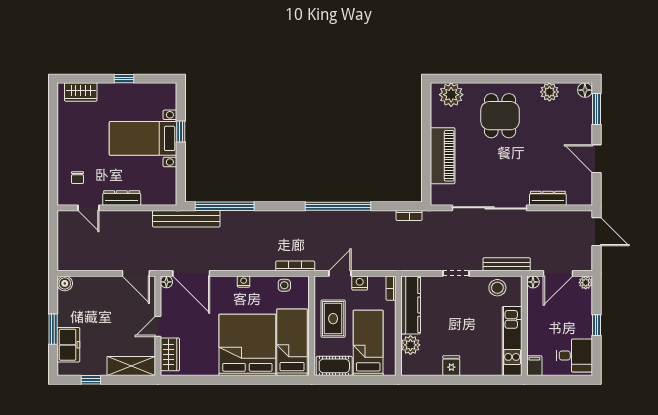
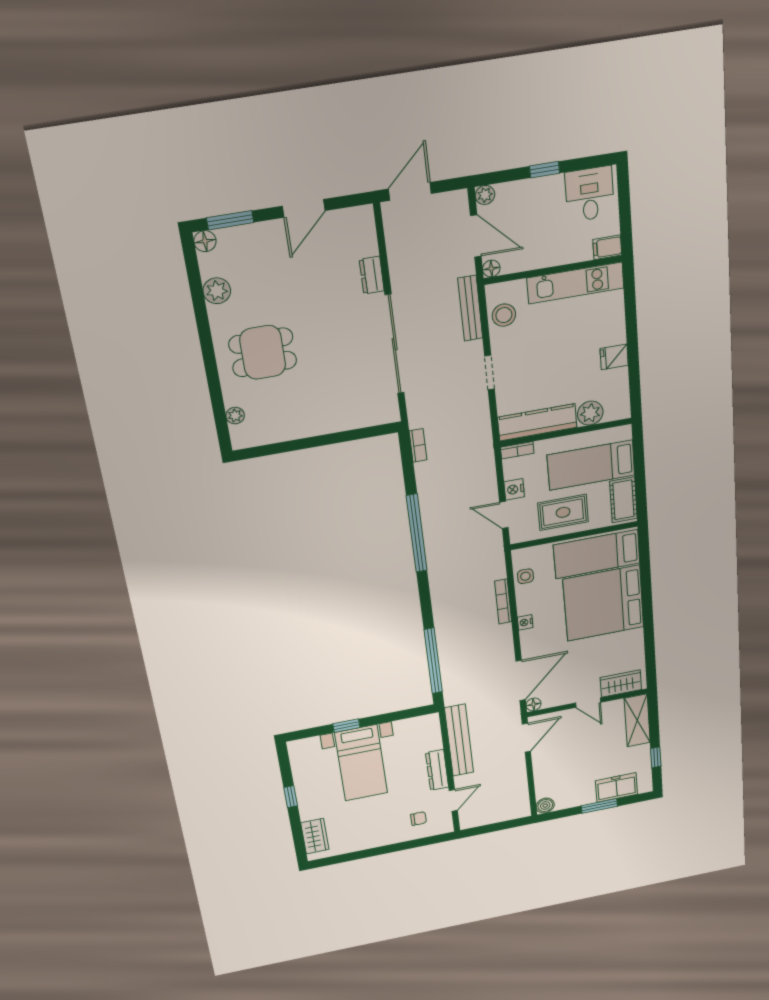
plant: (451, 95) -> (235, 416), width x0.53, depth x0.53
piano: (443, 156) -> (331, 418), removed
dresser: (548, 198) -> (372, 275), width x0.70
bench: (186, 219) -> (459, 740), moved
bookcase: (295, 266) -> (503, 601), moved

